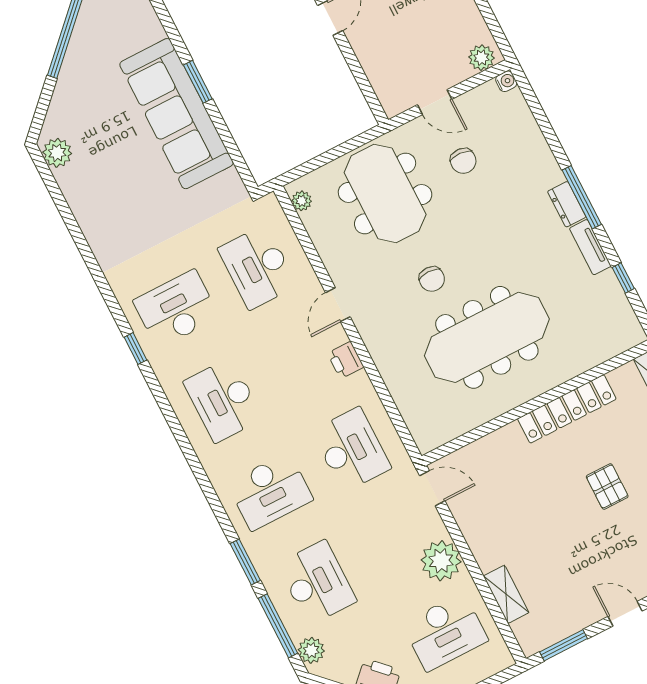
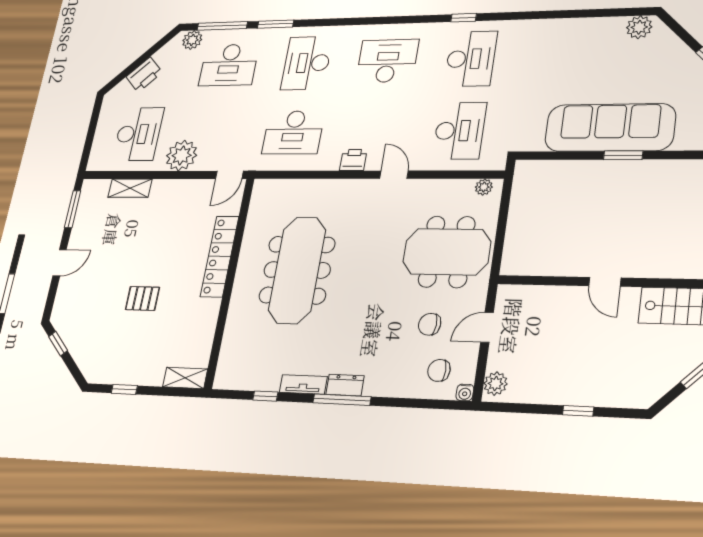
desk: (258, 267) -> (459, 131), turned 90
chair: (432, 279) -> (439, 370), moved
locker: (567, 409) -> (220, 256), moved
desk: (445, 632) -> (138, 134), turned 180

